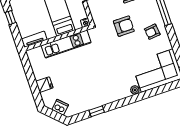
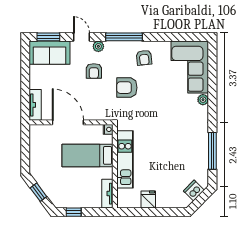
armchair: (124, 26) -> (127, 88), turned -90
fridge: (44, 85) -> (148, 200), moved
window: (97, 111) -> (212, 151), width x2.17

